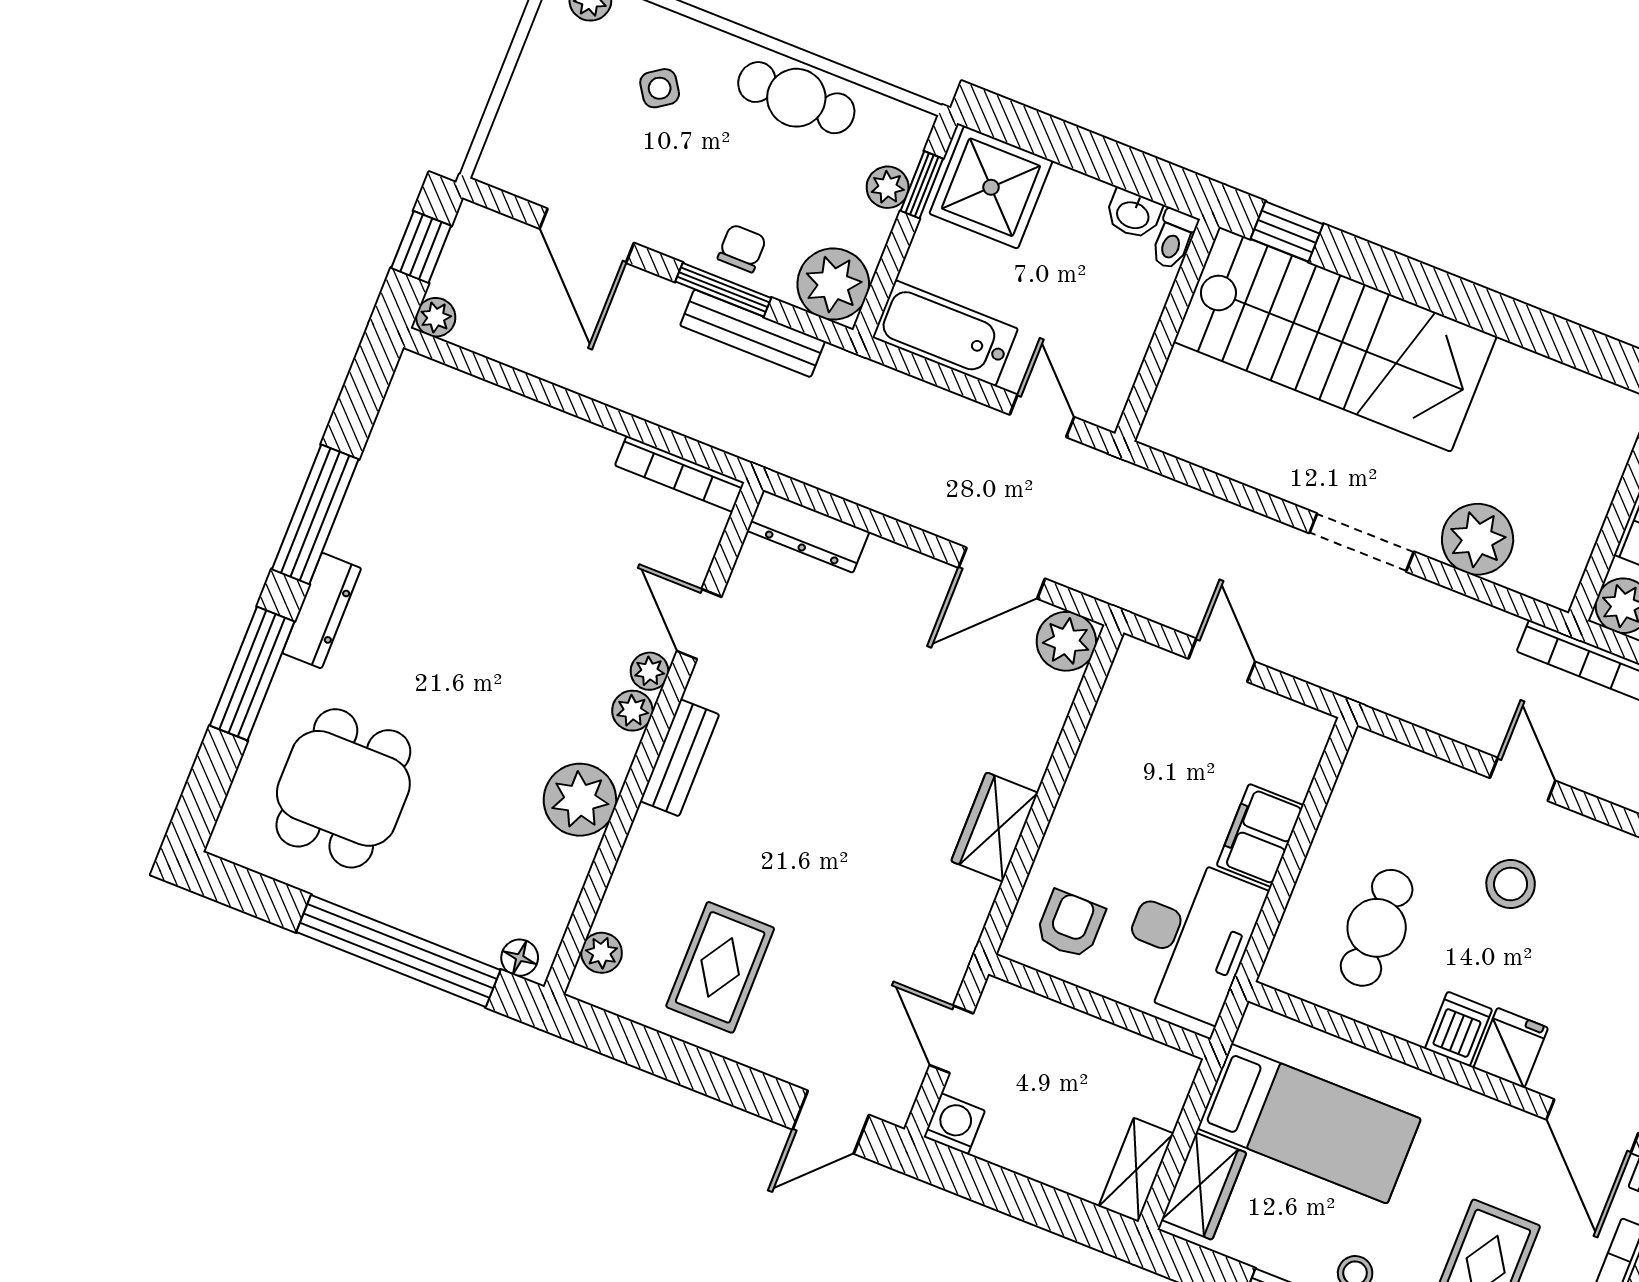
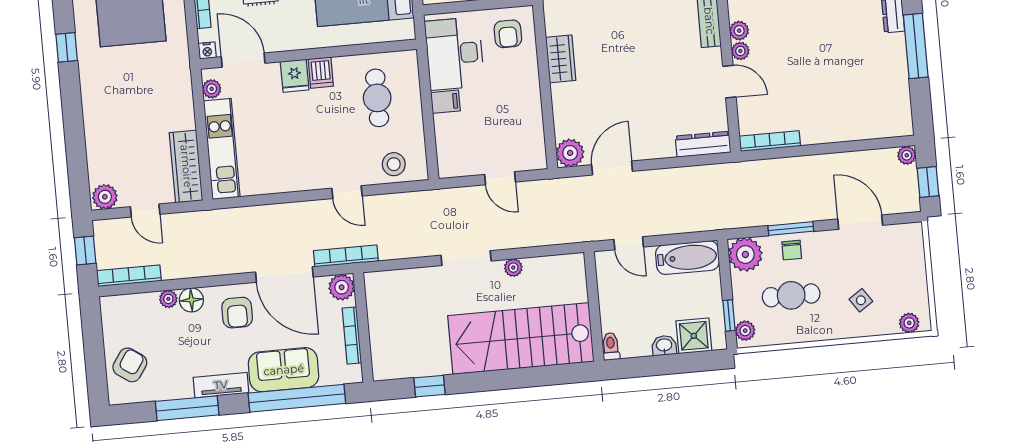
cafe table: (796, 98) -> (791, 295), moved
plant: (888, 187) -> (745, 331), moved
shower: (991, 187) -> (694, 336), width x0.73, depth x0.73
washbasin: (1133, 214) -> (664, 346), moved
window: (1287, 232) -> (430, 386), moved
bench: (753, 333) -> (769, 216), removed
plant: (1478, 539) -> (513, 268), moved, width x0.53, depth x0.53
filing cabinet: (1260, 835) -> (445, 102), width x0.50
stool: (1511, 884) -> (394, 164), moved

